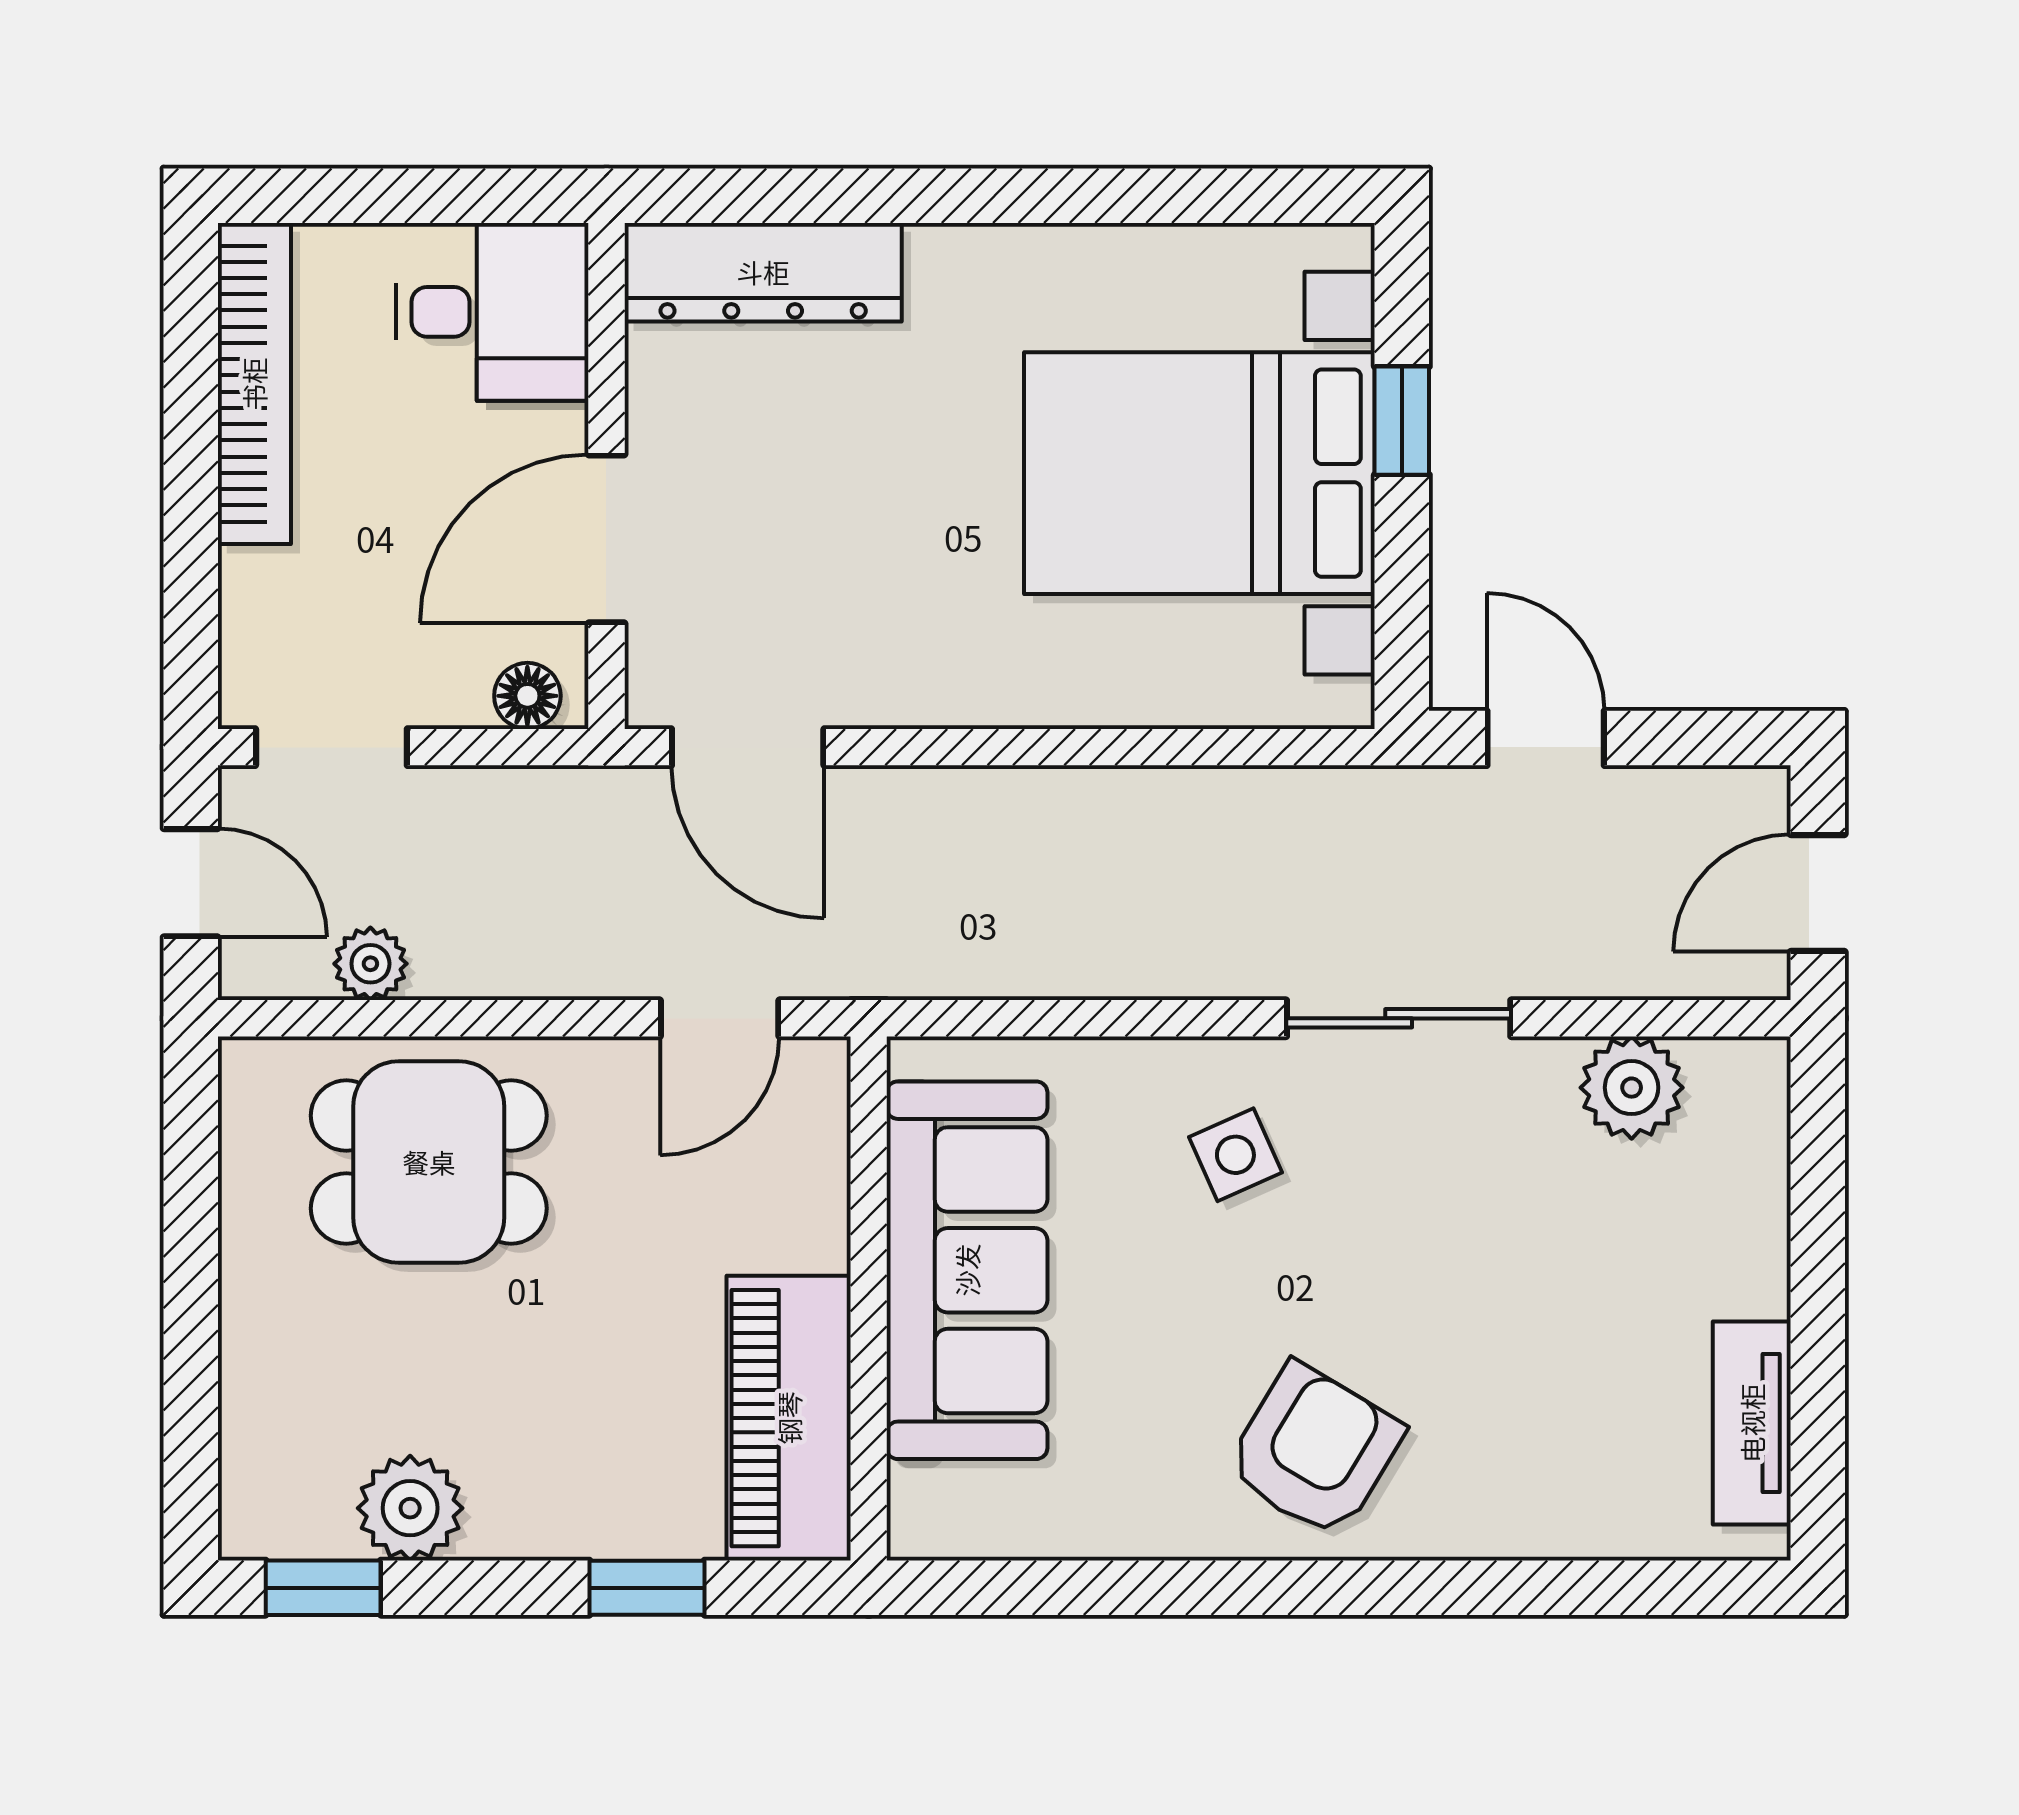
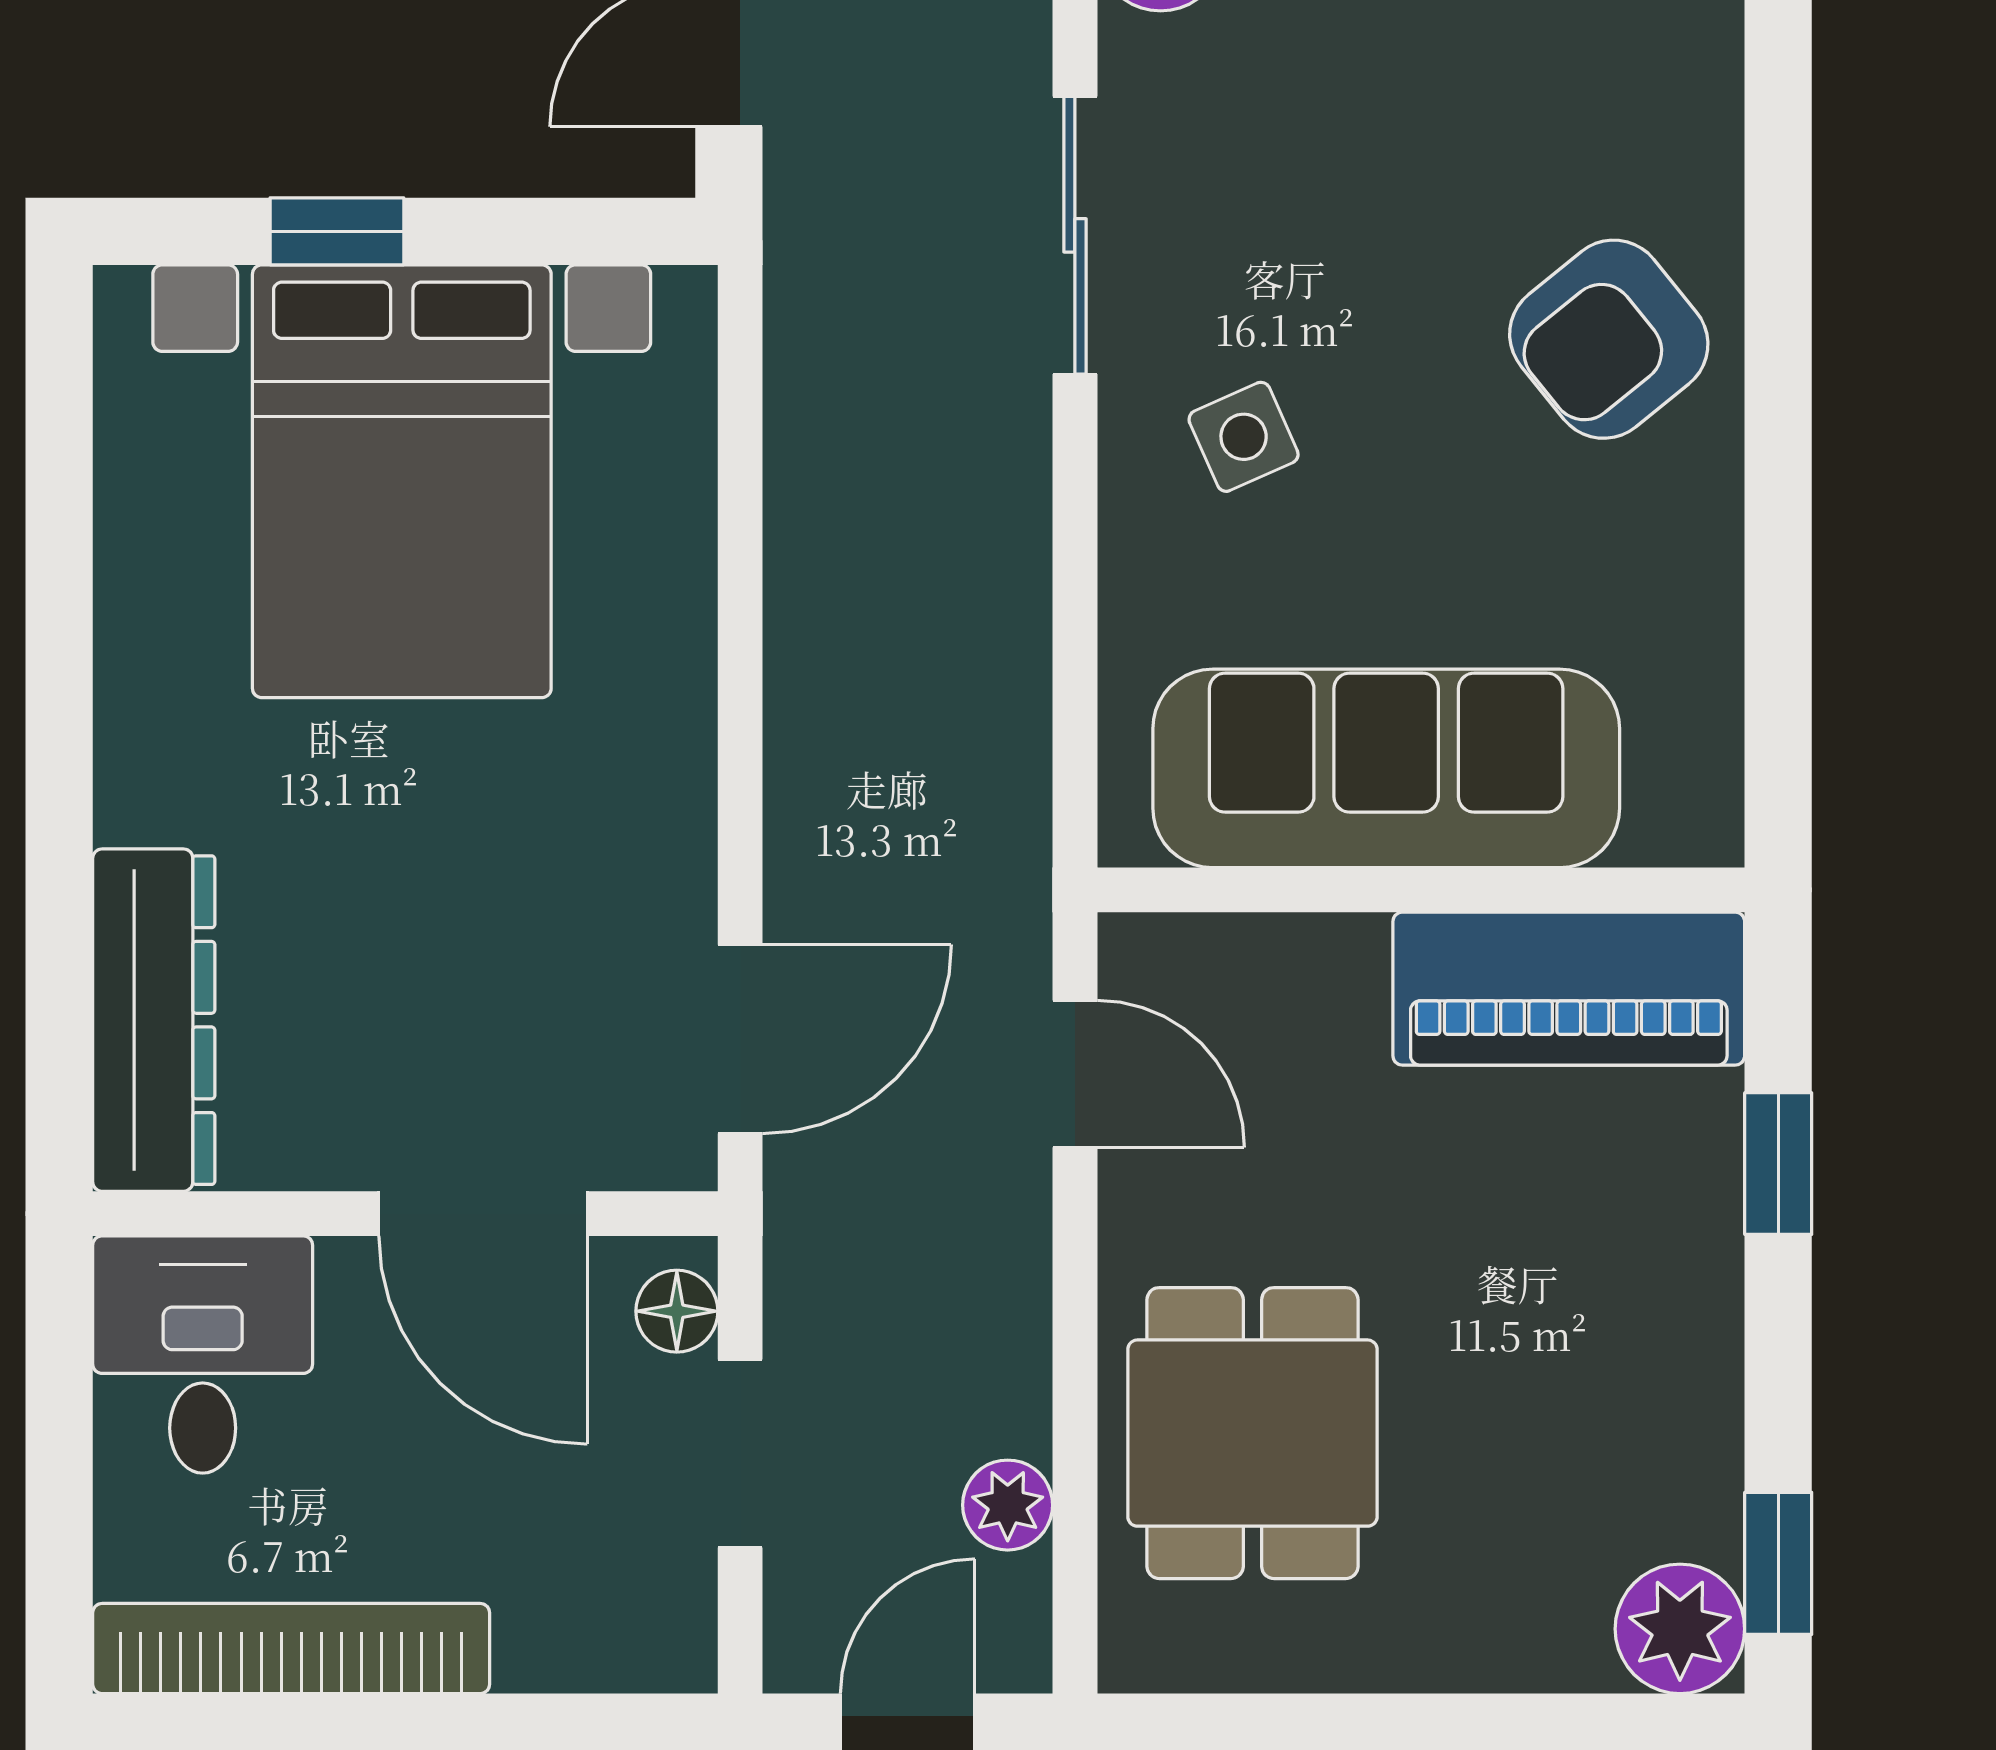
doorway: (331, 747) -> (740, 1453), moved
armchair: (1315, 1451) -> (1609, 339), turned -70
plant: (410, 1508) -> (1680, 1629), moved

